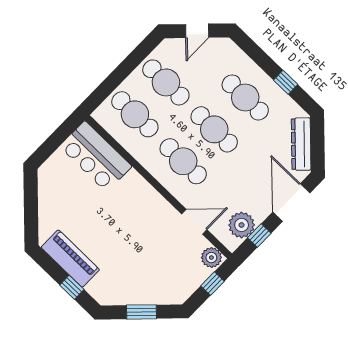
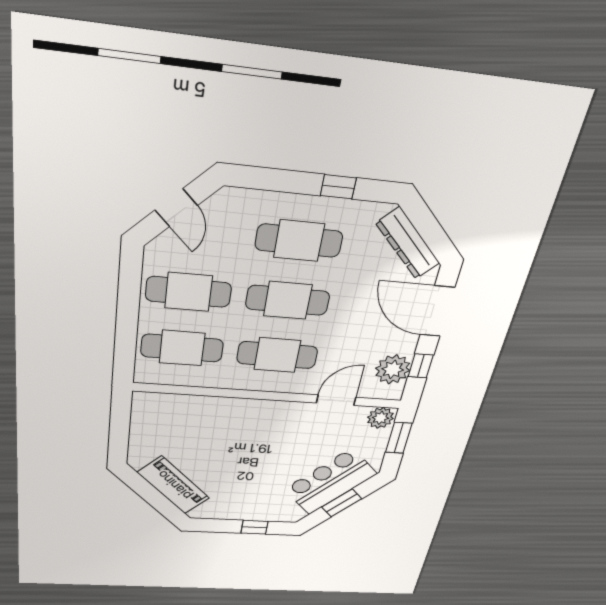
bar counter: (96, 156) -> (330, 482), moved, turned 135
piano: (70, 259) -> (174, 485), moved, turned 45
window: (212, 284) -> (399, 438), width x1.50

